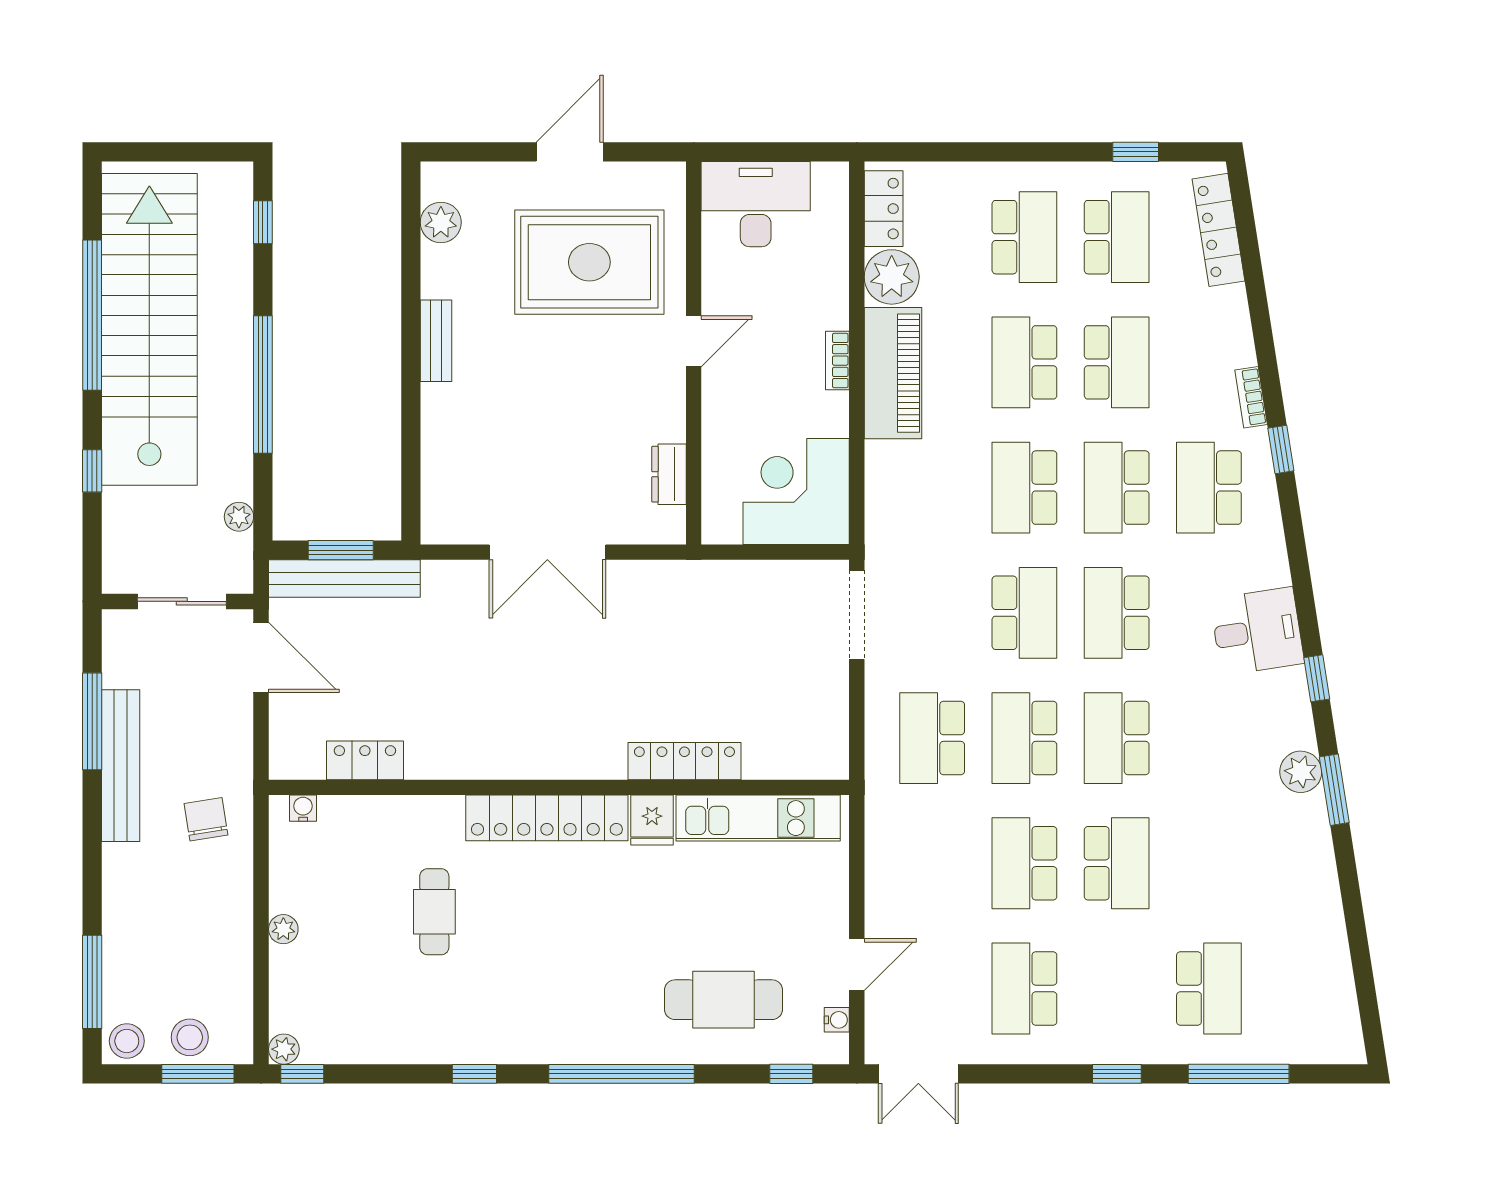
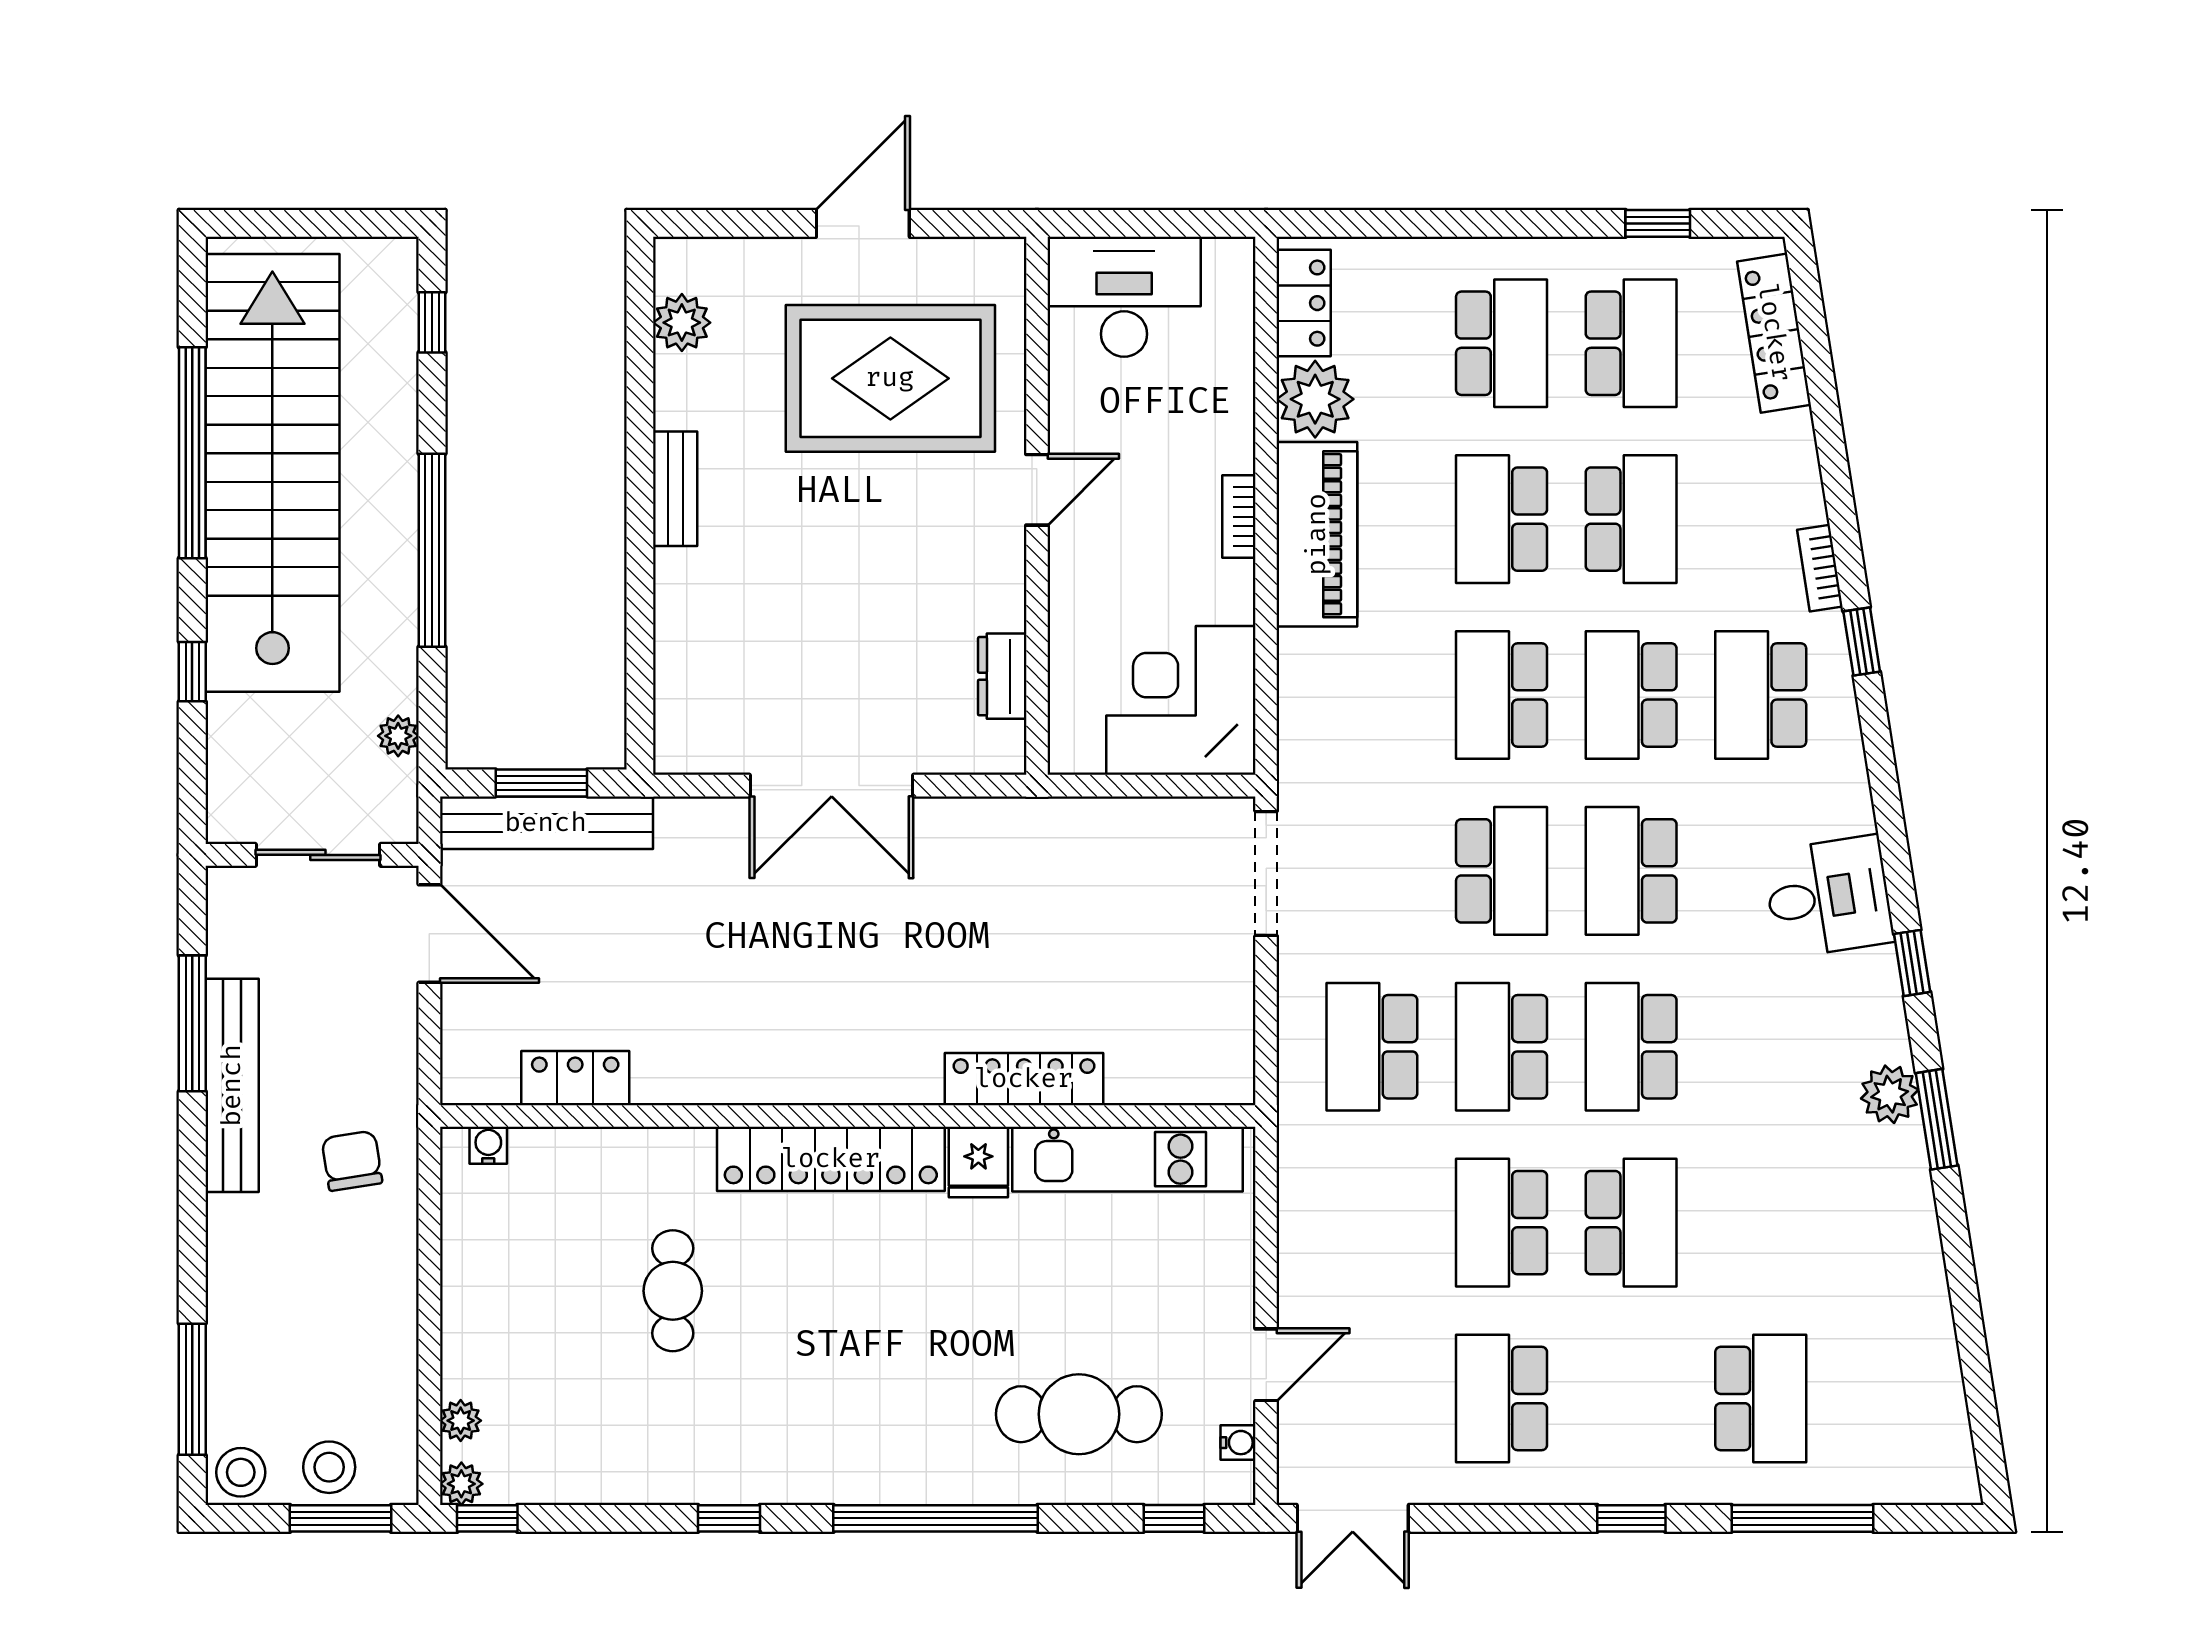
plant: (283, 929) -> (461, 1421), moved

